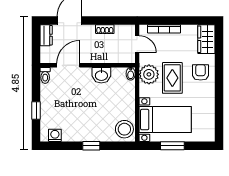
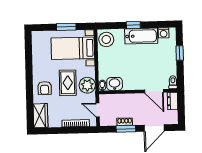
window: (104, 21) -> (126, 129), added
dresser: (46, 35) -> (173, 101), moved
door: (68, 65) -> (154, 91), hinge flipped
washbasin: (101, 75) -> (115, 84), moved
bathtub: (82, 132) -> (141, 36), added

